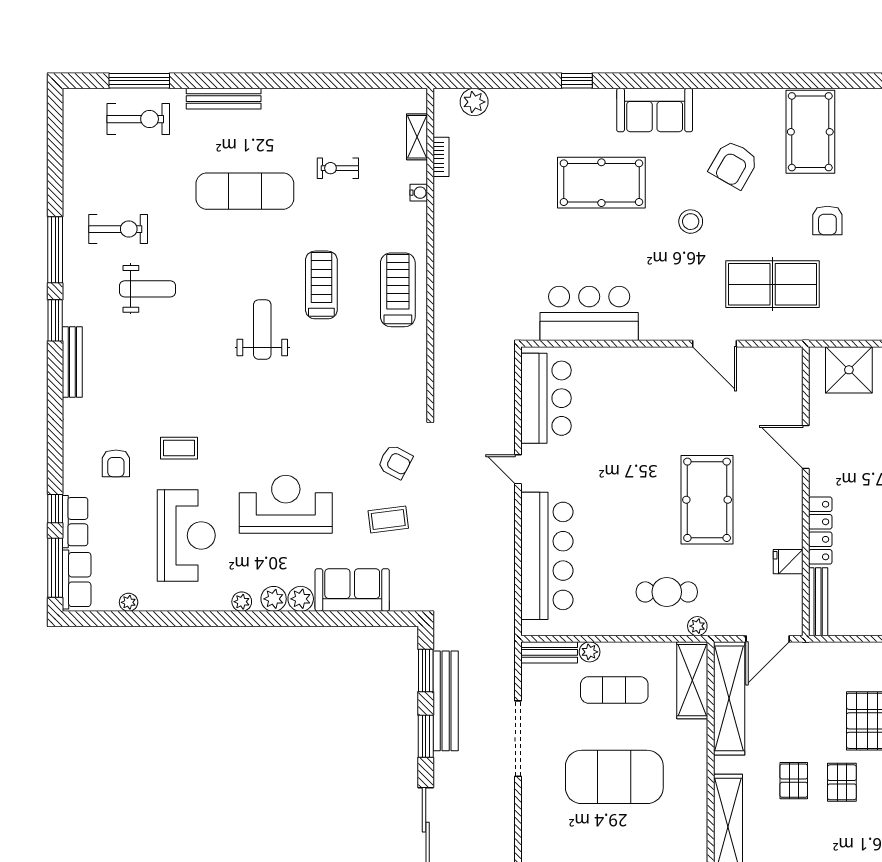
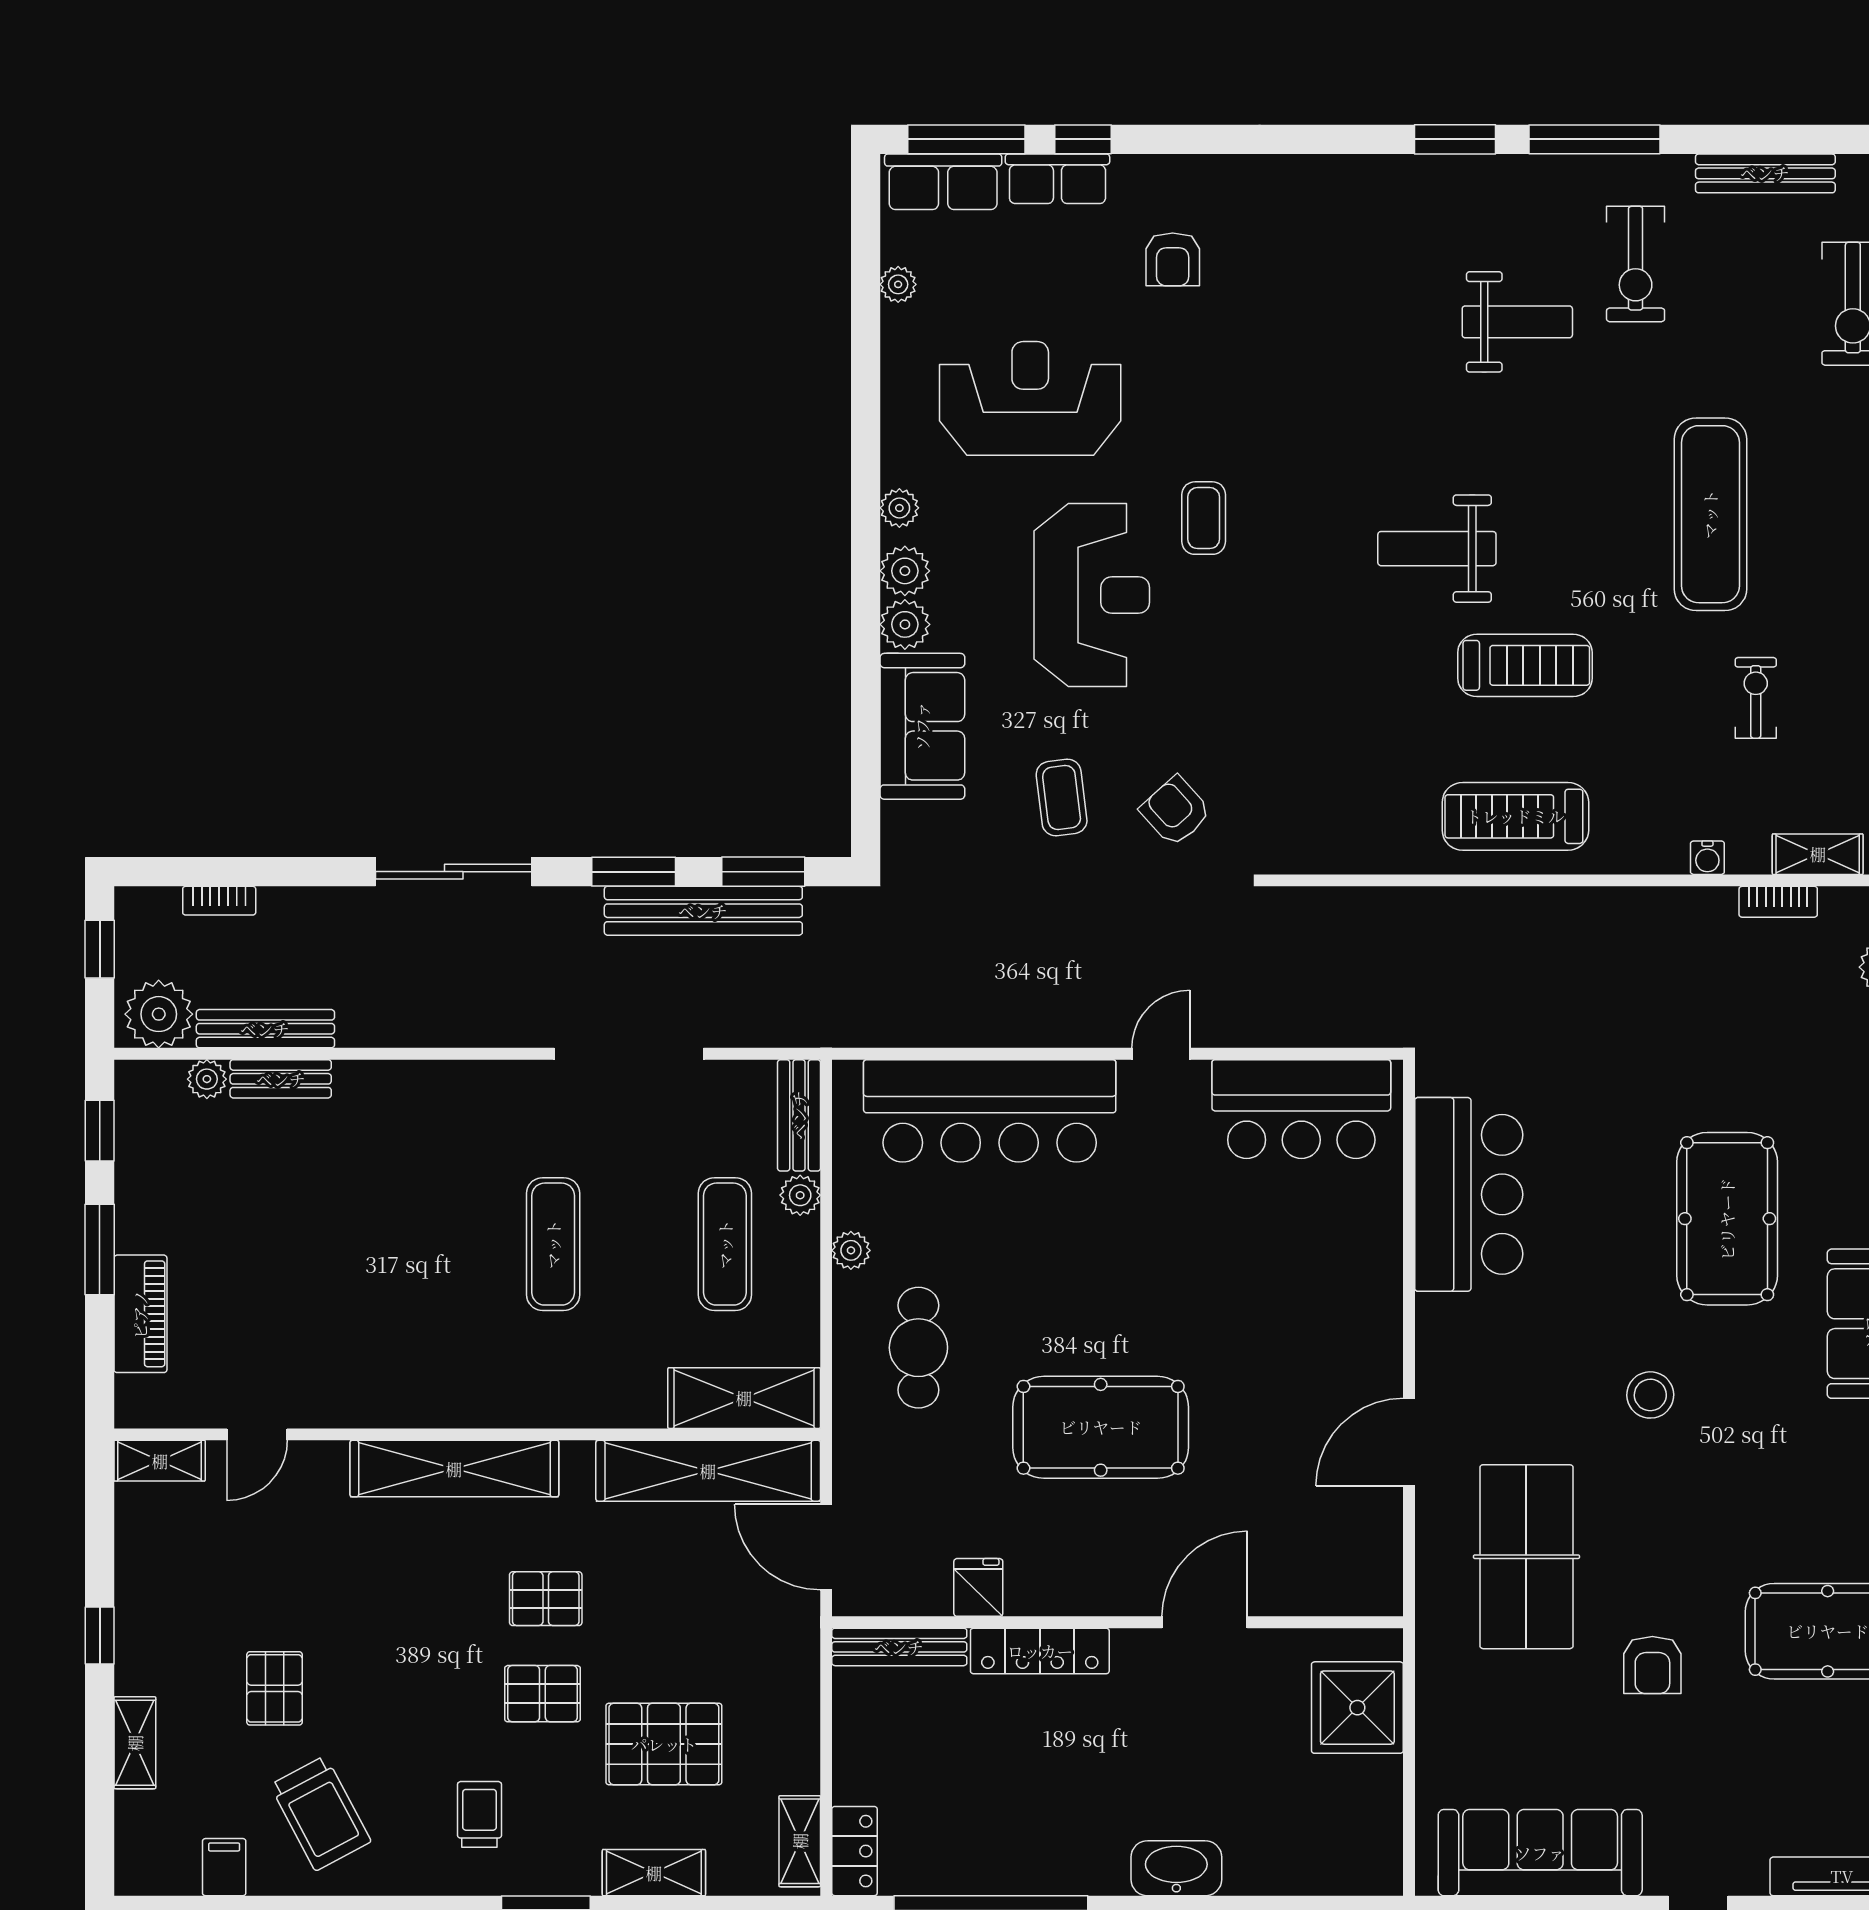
armchair: (734, 165) -> (1763, 1480), removed
armchair: (827, 220) -> (1652, 1665), turned -90
weight bench: (148, 289) -> (1517, 322), turned -90
treadmill: (398, 290) -> (1515, 816), turned 180
weight bench: (262, 330) -> (1437, 549), turned 180
bench: (72, 362) -> (1765, 173), moved
coffee table: (179, 448) -> (1204, 518), moved
armchair: (395, 462) -> (1175, 811), turned 110
armchair: (116, 463) -> (1173, 259), turned -90
reception desk: (186, 535) -> (1030, 398), turned 180
plant: (697, 626) -> (851, 1250), moved
exercise mat: (614, 777) -> (553, 1244), width x0.50, depth x0.69

